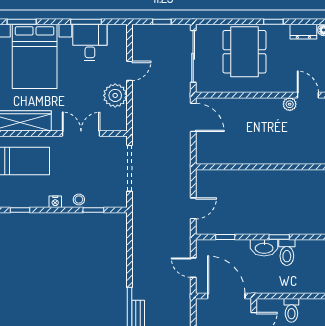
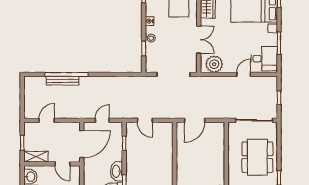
desk: (90, 42) -> (264, 59), moved
dining table: (244, 52) -> (257, 157), turned 90
door: (129, 71) -> (244, 74), swing flipped
plant: (115, 95) -> (214, 64), moved
door: (193, 117) -> (194, 120), moved

